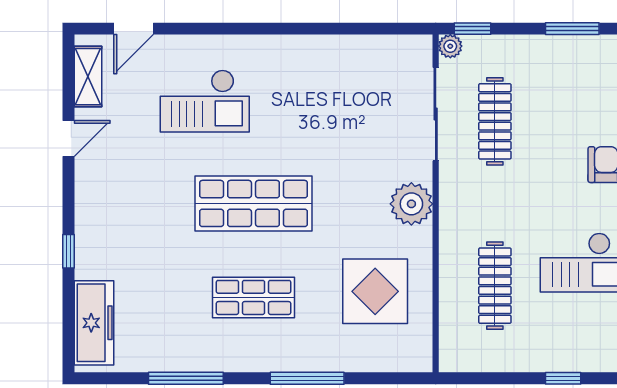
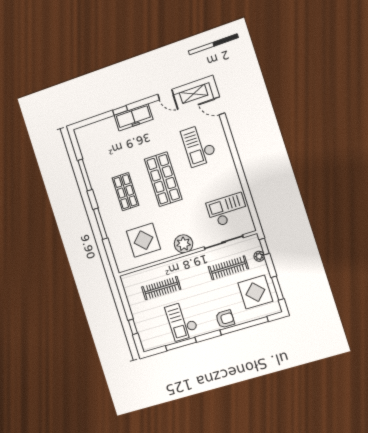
plant: (450, 46) -> (259, 256), moved
display table: (567, 79) -> (255, 292), added
checkout: (367, 84) -> (227, 210), added
freezer: (94, 323) -> (133, 117), moved

